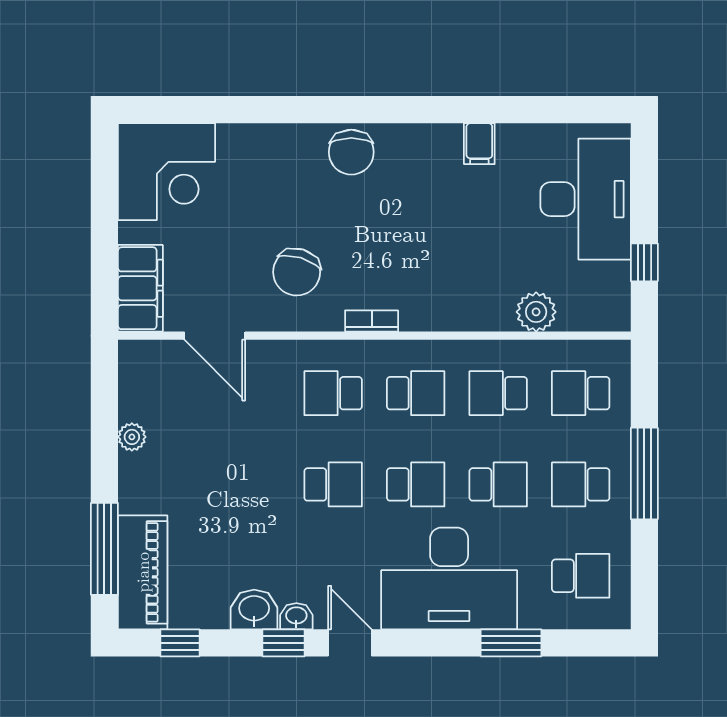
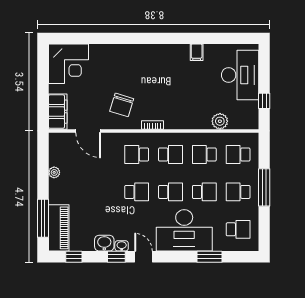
chair: (351, 152) -> (144, 56), removed

